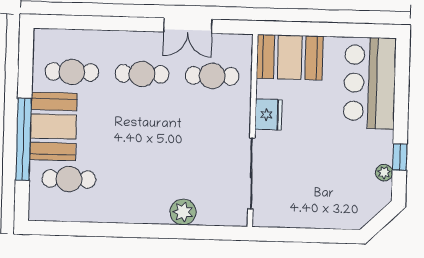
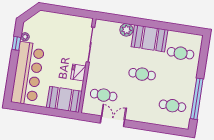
cafe table: (142, 74) -> (142, 74), moved
bar counter: (370, 83) -> (28, 74), width x1.36
booth: (53, 126) -> (150, 38), moved, turned 90
window: (24, 139) -> (197, 99), moved

